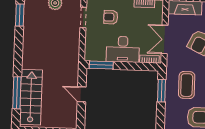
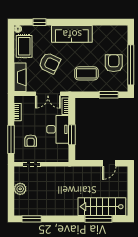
window: (101, 65) -> (72, 135), moved
window: (162, 91) -> (109, 95), moved
door: (82, 94) -> (109, 163), moved

